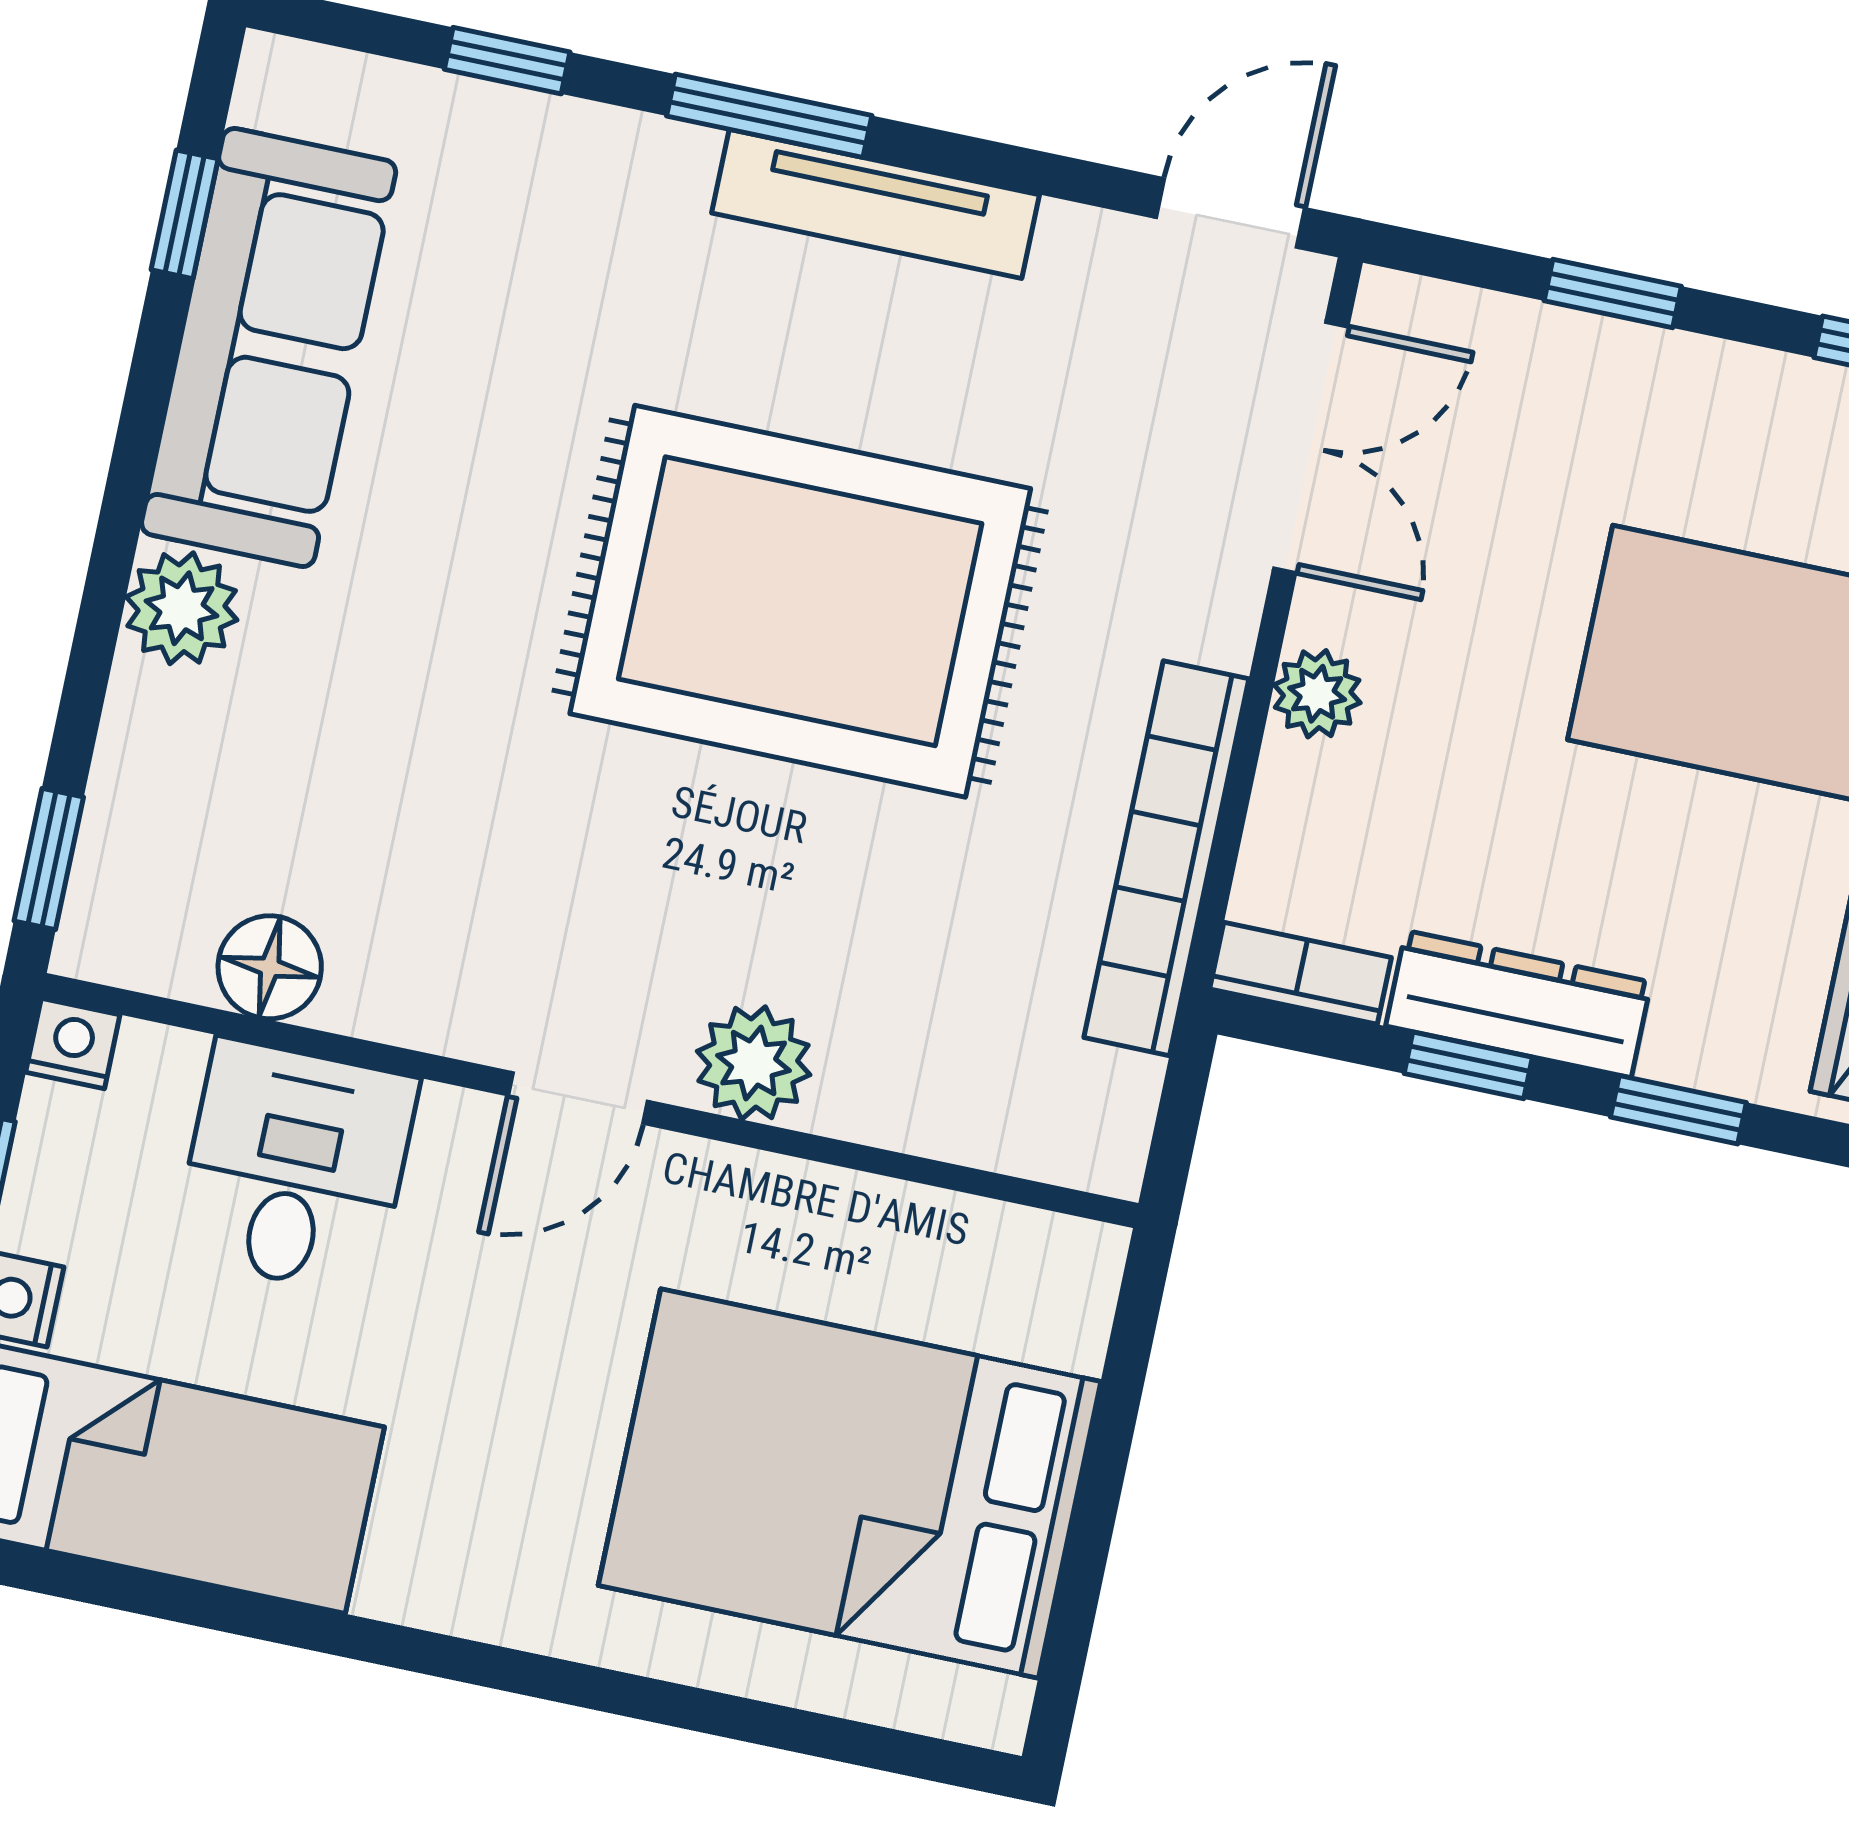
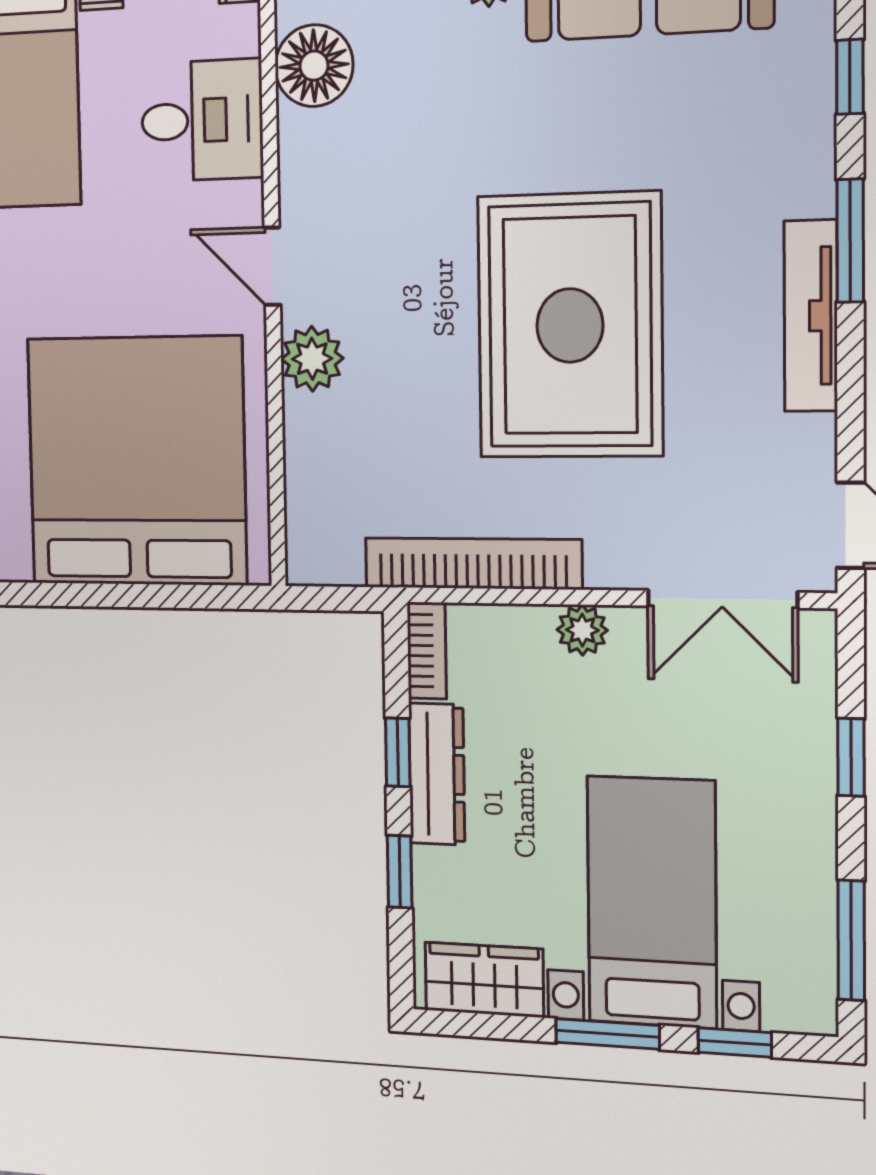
floor lamp: (270, 967) -> (314, 66), width x1.38, depth x1.38
bed: (850, 1483) -> (136, 461), width x1.36

